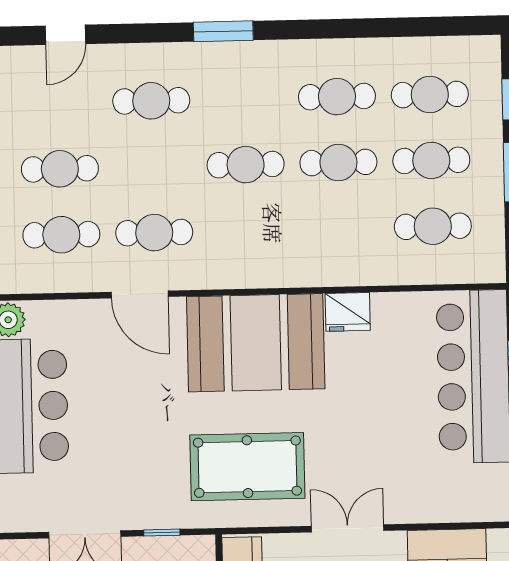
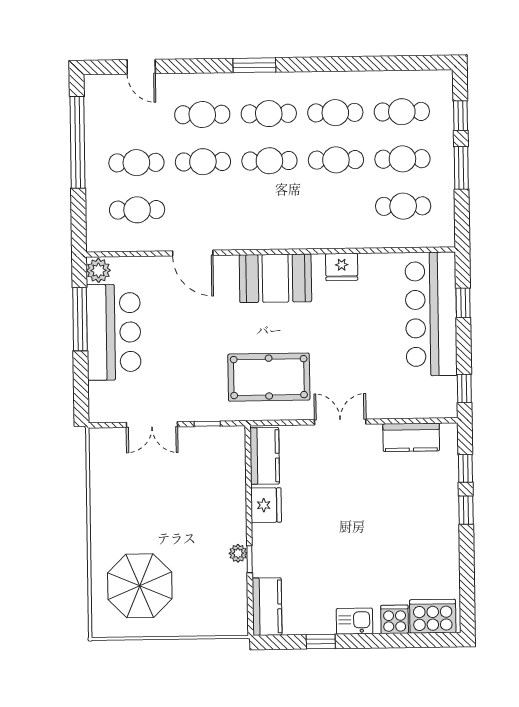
door: (65, 35) -> (141, 67), hinge flipped
cafe table: (244, 99) -> (269, 114), added
cafe table: (154, 233) -> (203, 162), moved
booth: (256, 343) -> (275, 278), width x0.73, depth x0.70

